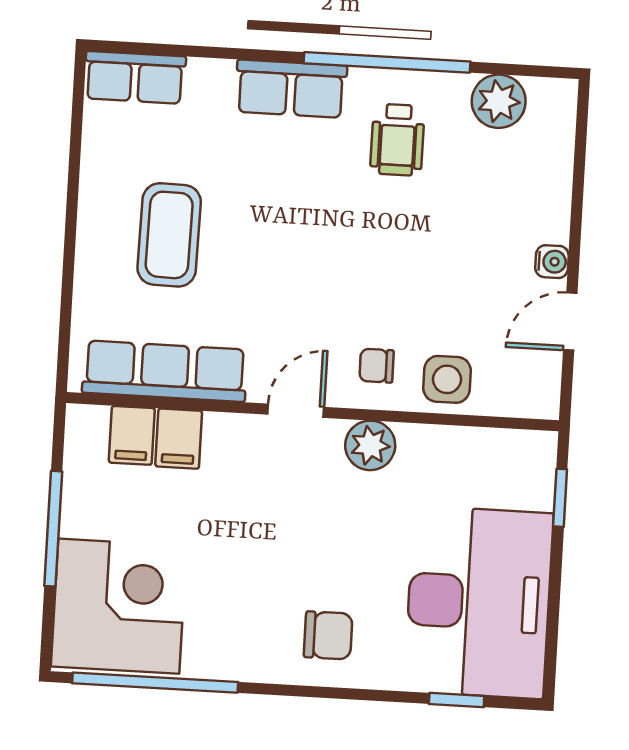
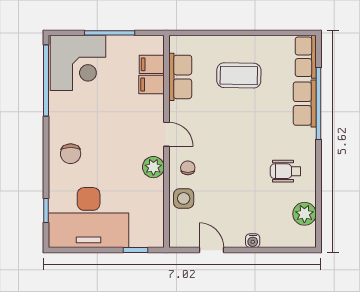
window: (387, 62) -> (318, 103), moved
row of seats: (291, 89) -> (305, 104), moved
water cooler: (552, 262) -> (253, 241), moved
row of seats: (165, 371) -> (180, 77), width x0.68

